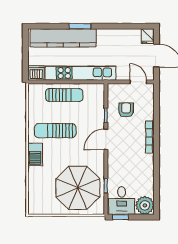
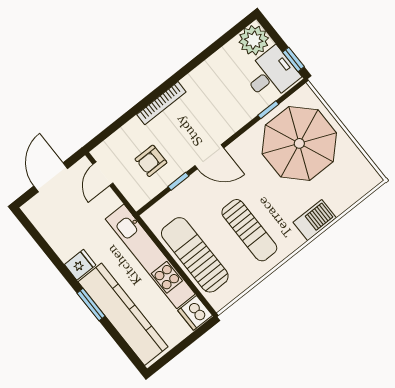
fridge: (148, 36) -> (80, 265), moved
sun lounger: (64, 95) -> (195, 255), width x1.36, depth x1.34
barbecue: (35, 154) -> (315, 220), moved

